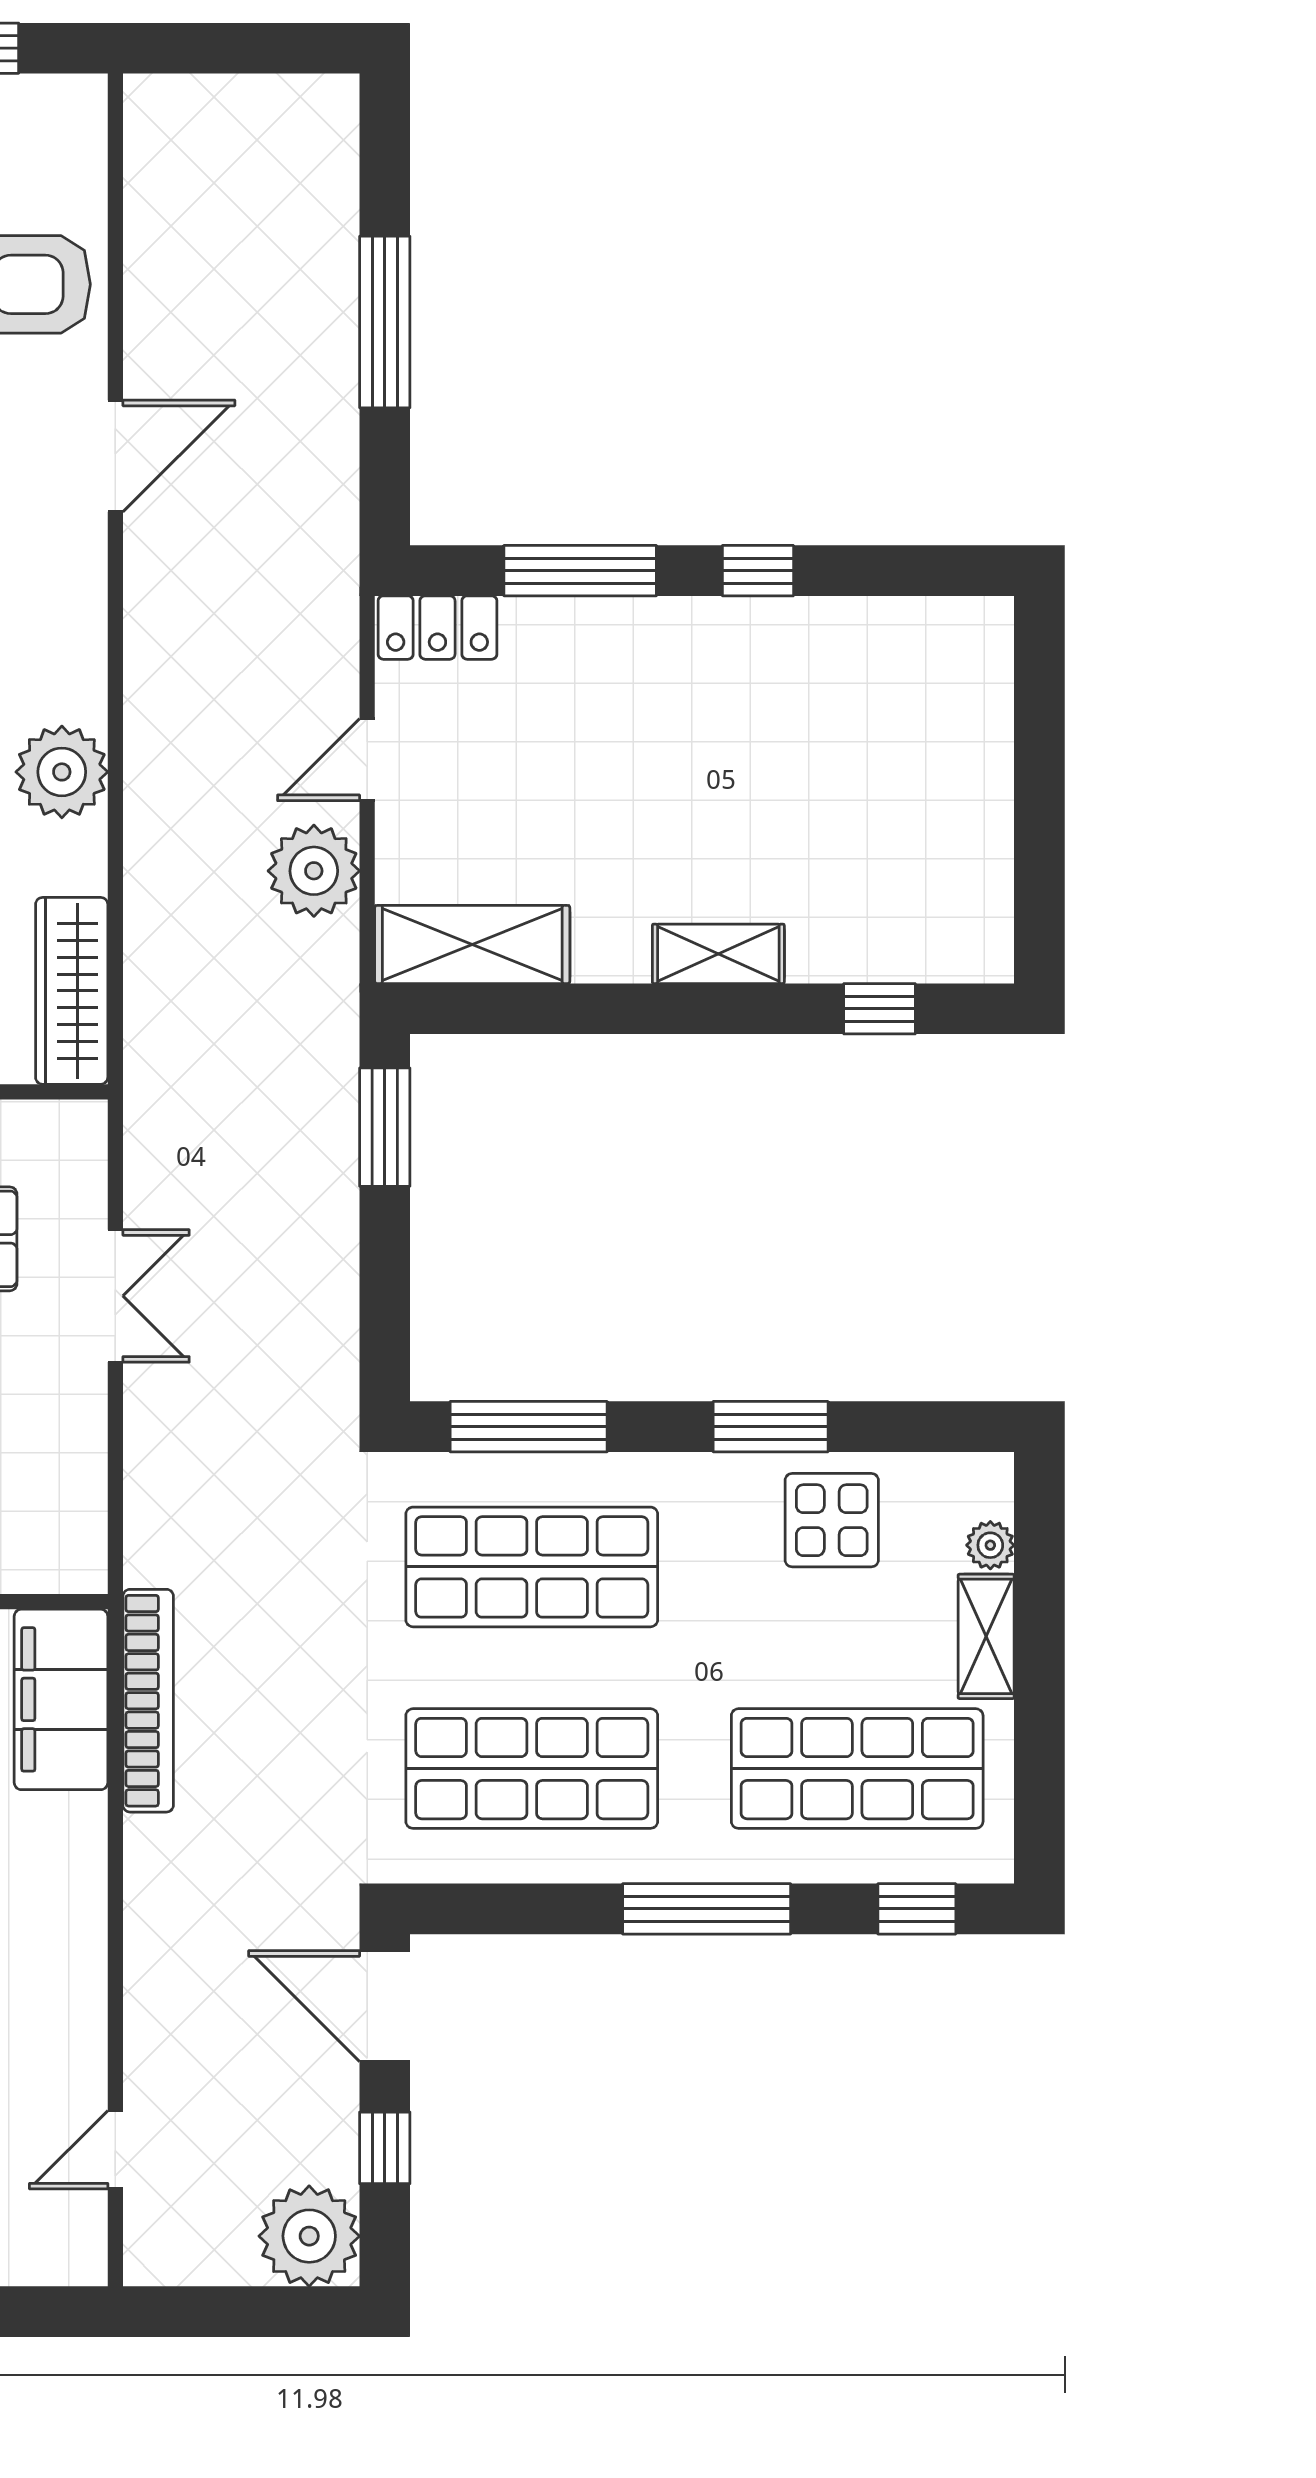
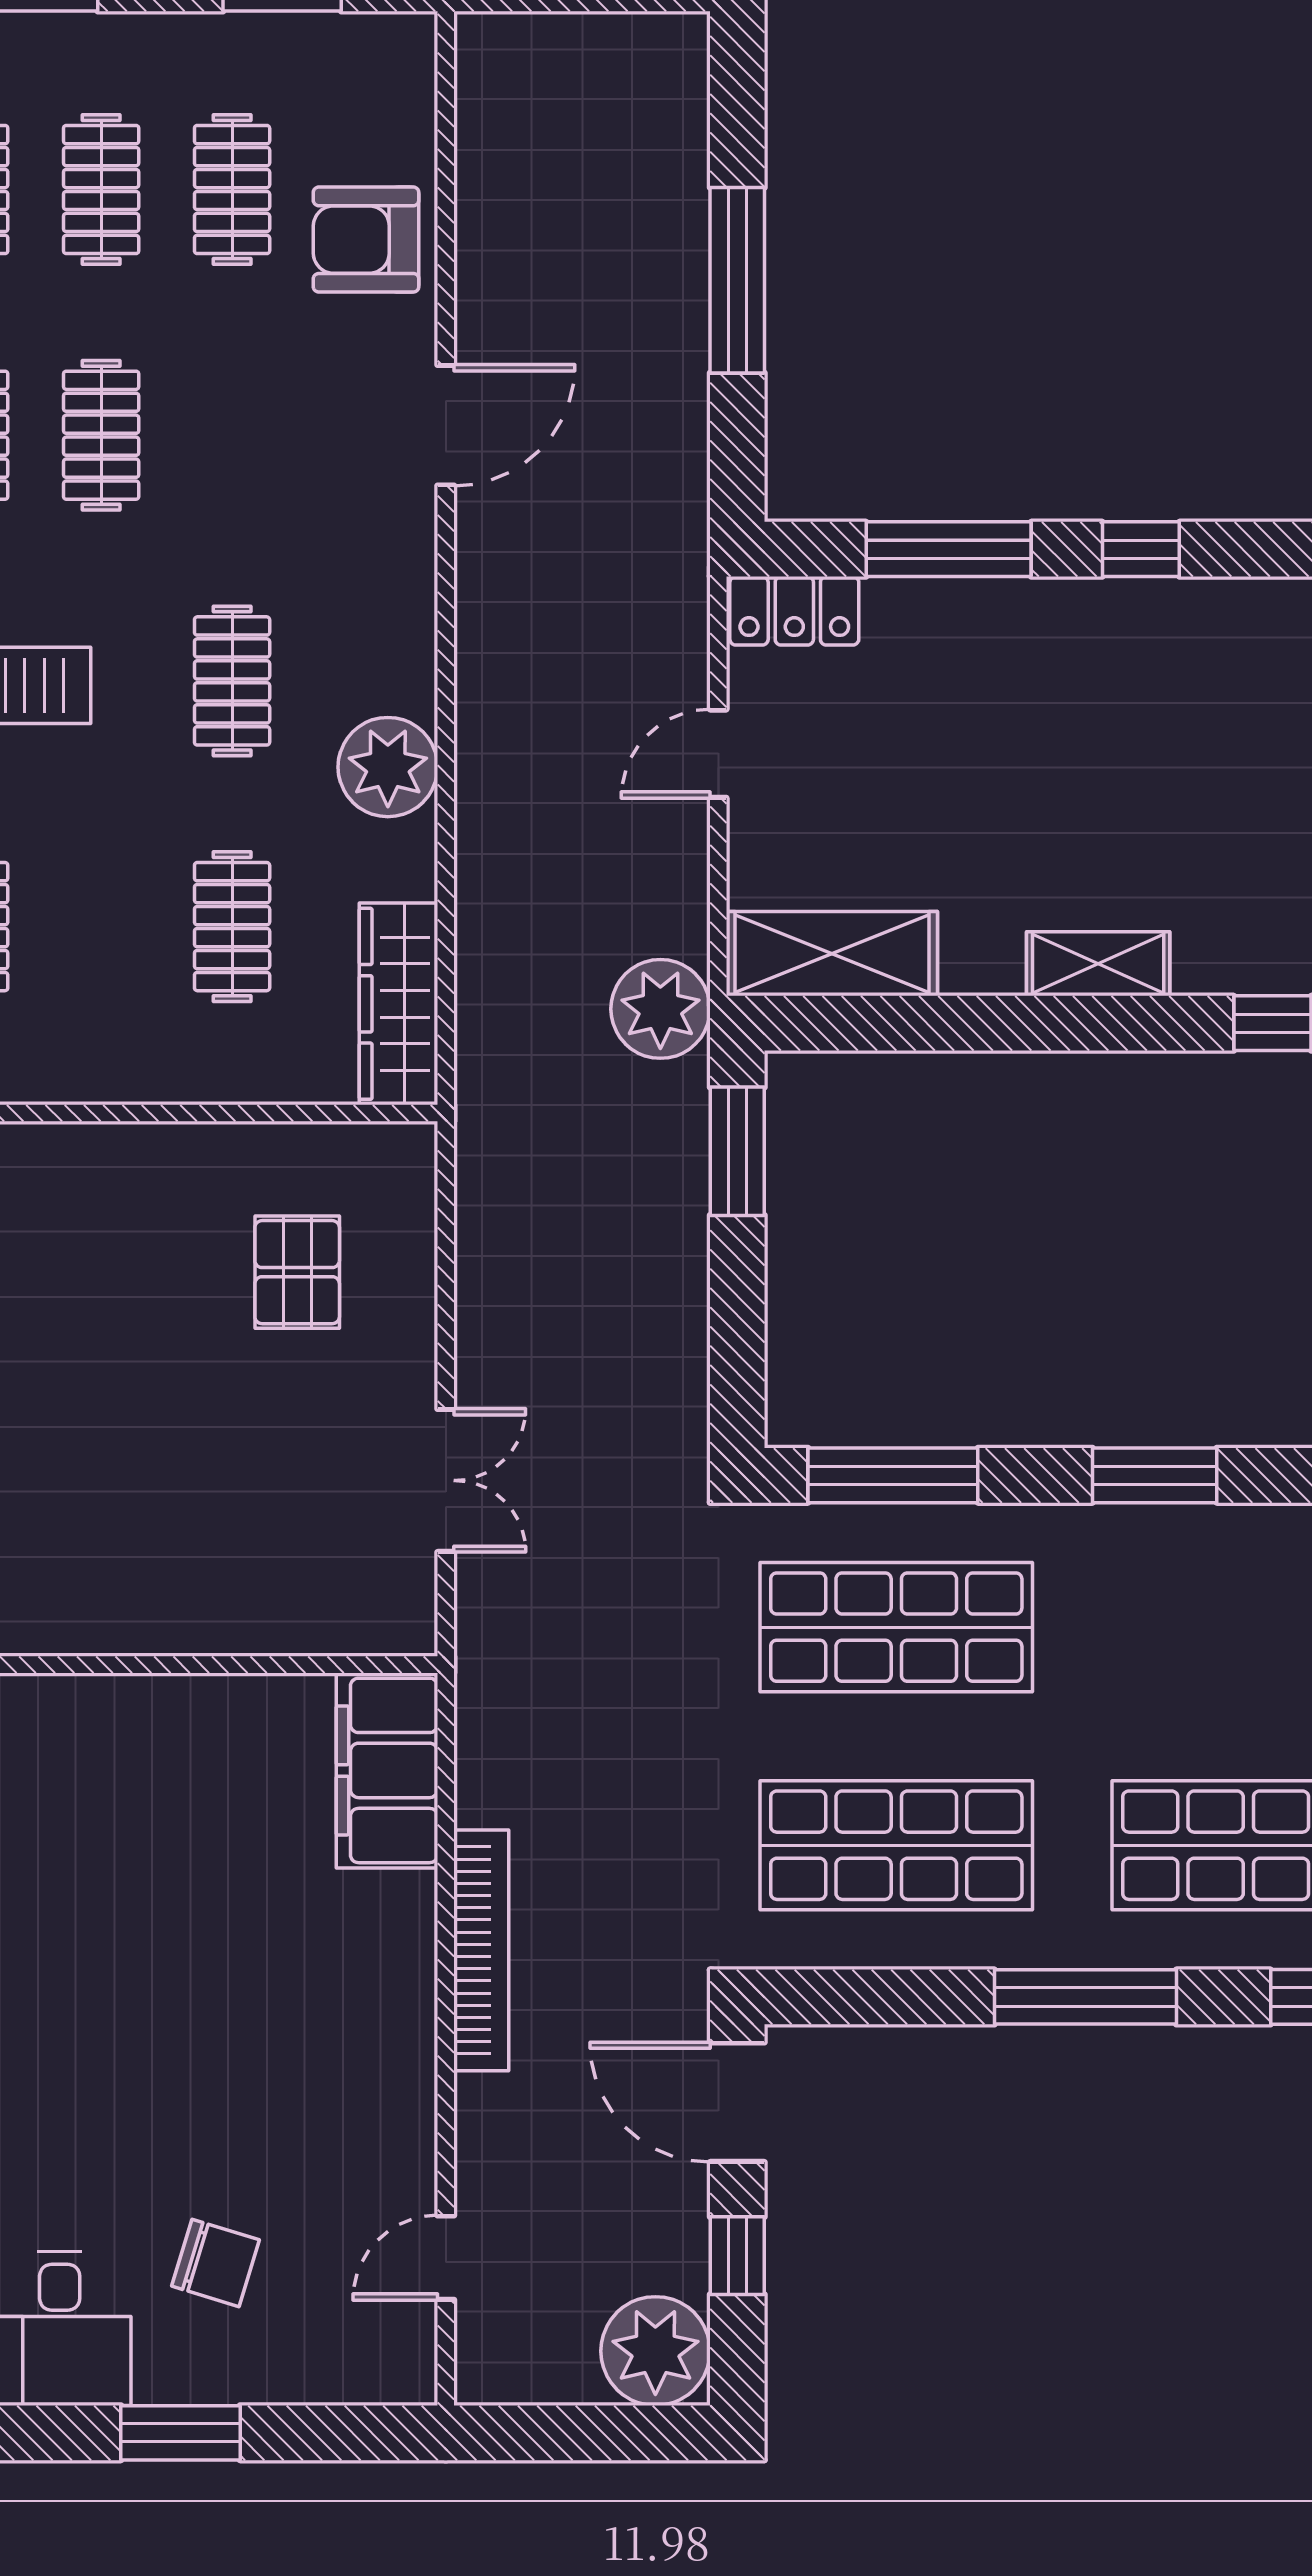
plant: (314, 871) -> (660, 1009), moved
double door: (115, 1296) -> (446, 1480), moved
display table: (832, 1520) -> (1221, 1576), removed
bookcase: (148, 1701) -> (481, 1950), moved

